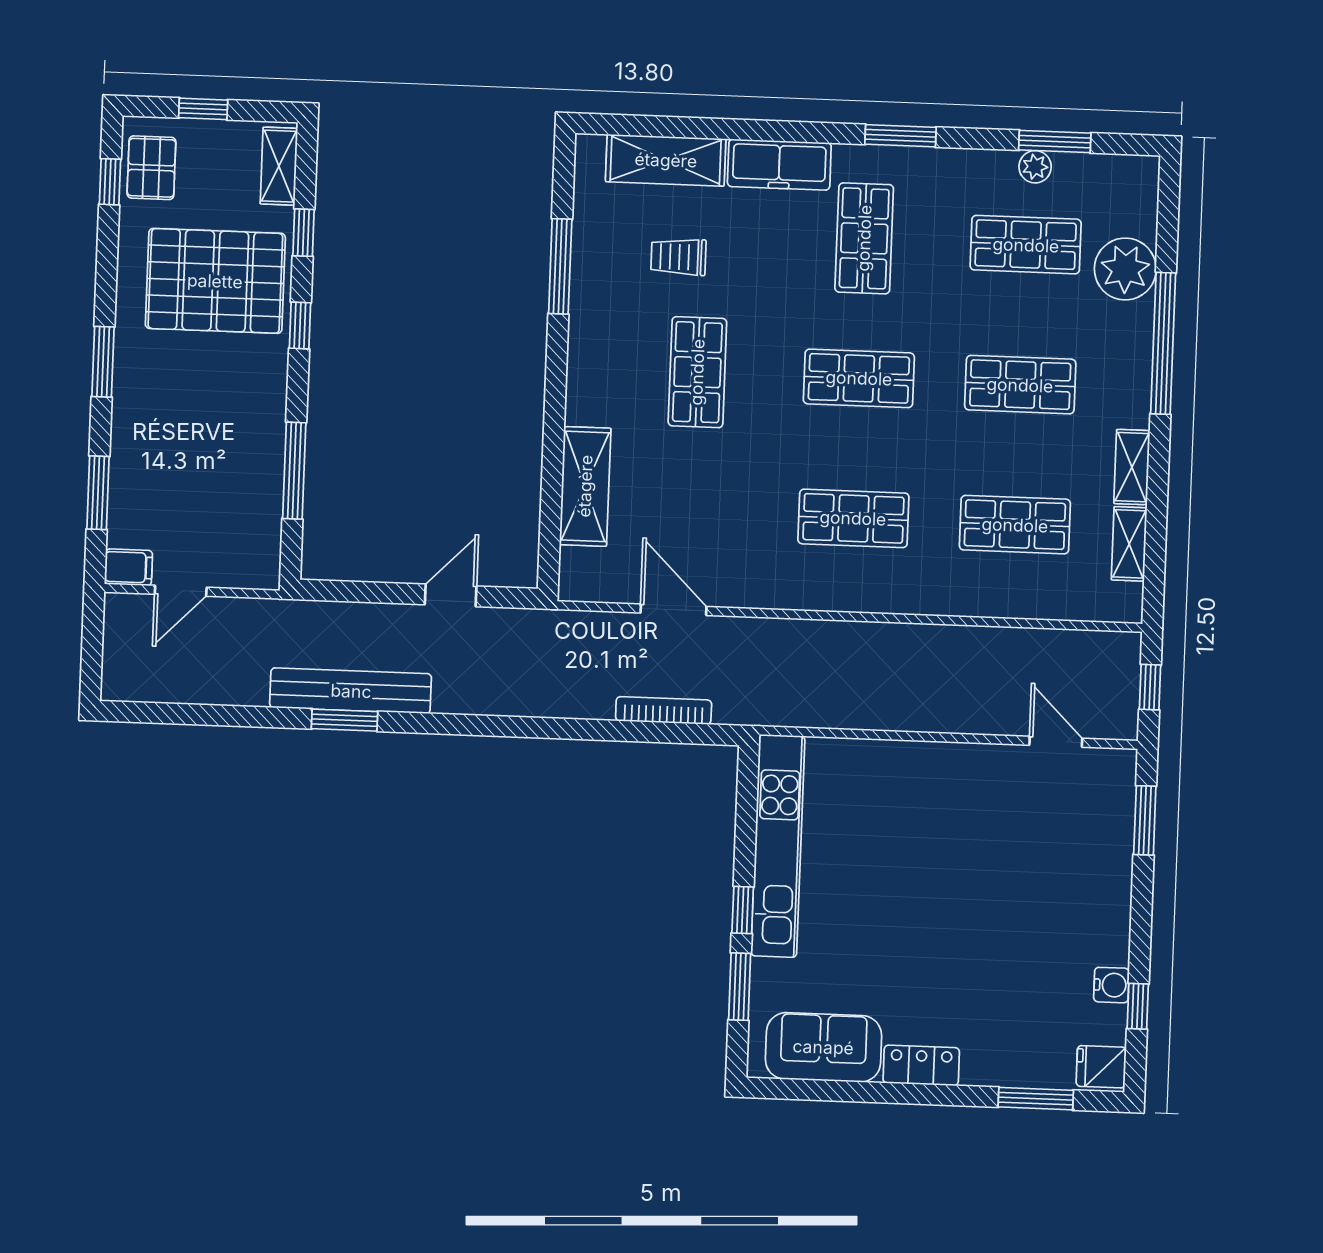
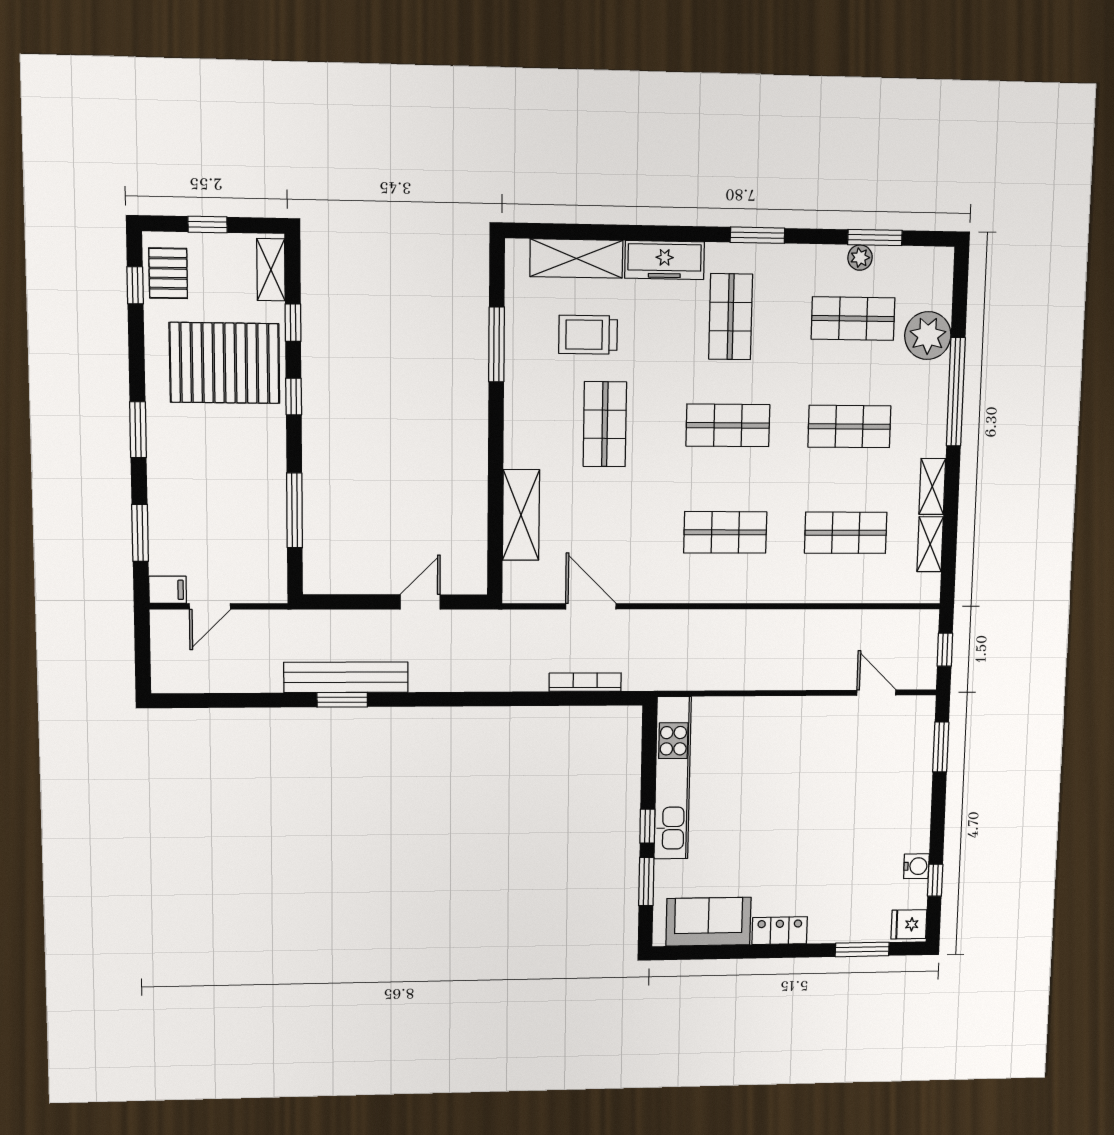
trolley: (678, 257) -> (588, 335), width x1.36, depth x1.39

